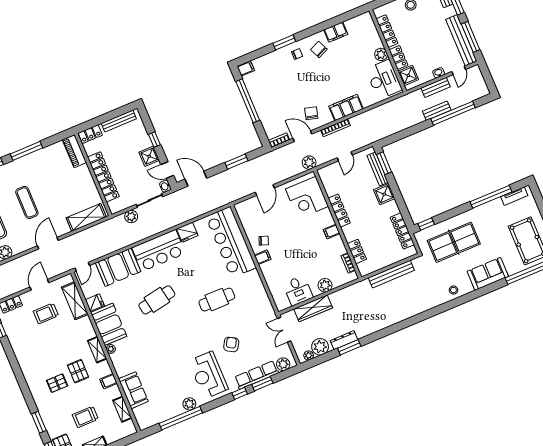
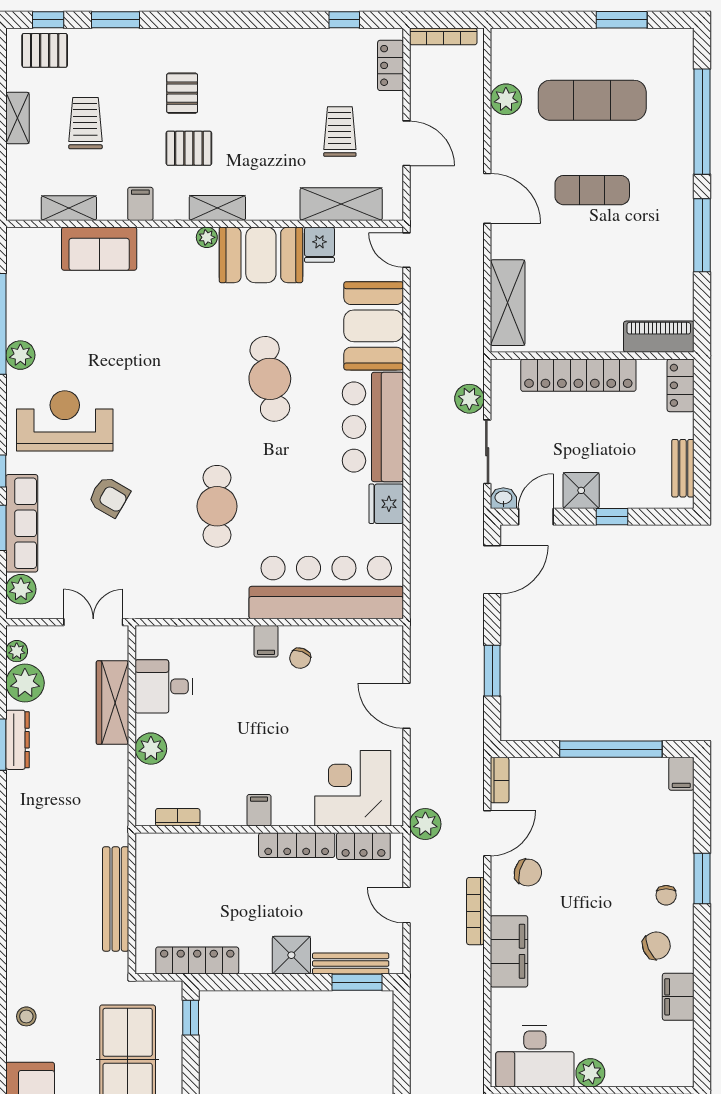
bench: (119, 121) -> (683, 468), width x0.73
locker: (357, 251) -> (363, 846), moved

